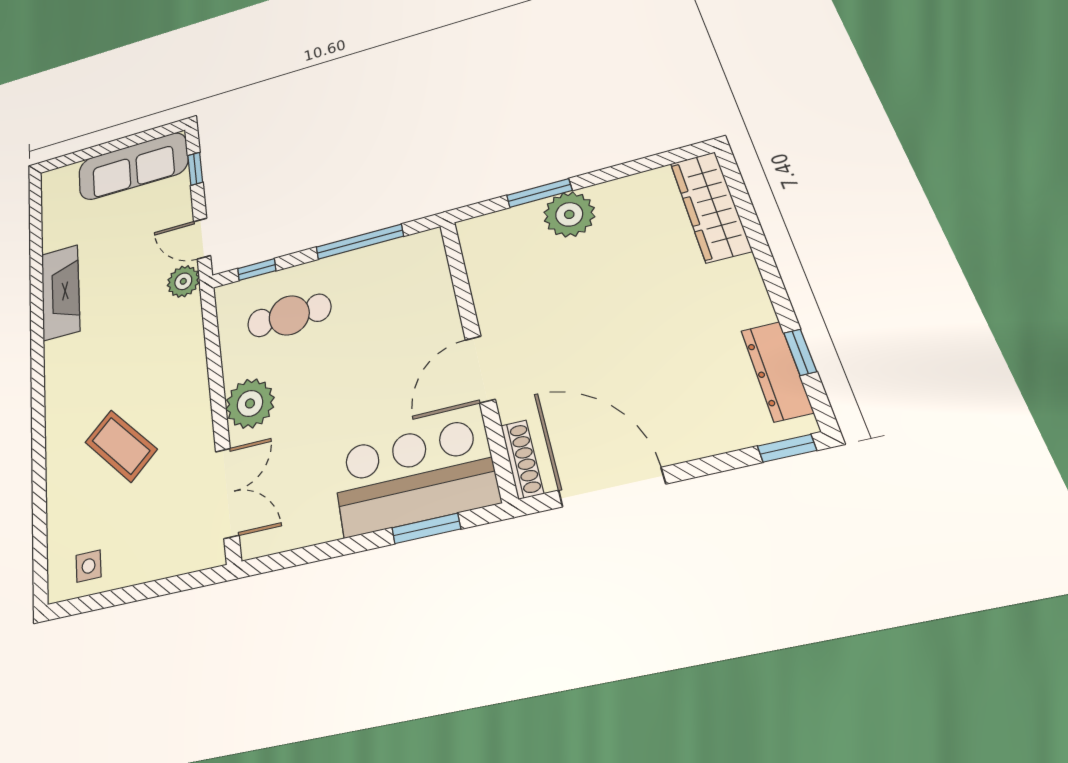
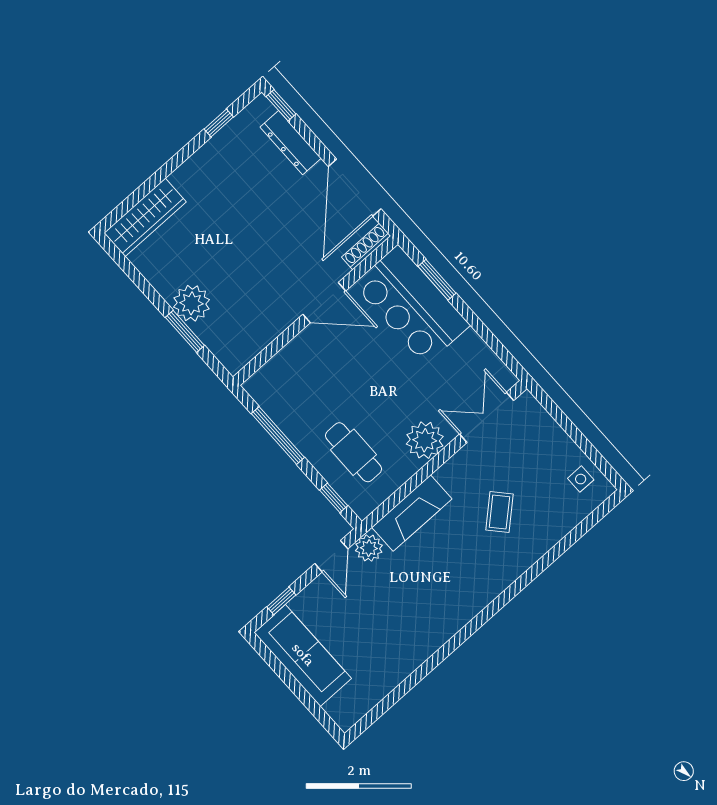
fireplace: (61, 292) -> (412, 513), moved, turned 180
dresser: (777, 371) -> (291, 143), moved, turned 90
coffee table: (121, 446) -> (499, 512), width x0.73, depth x0.77

